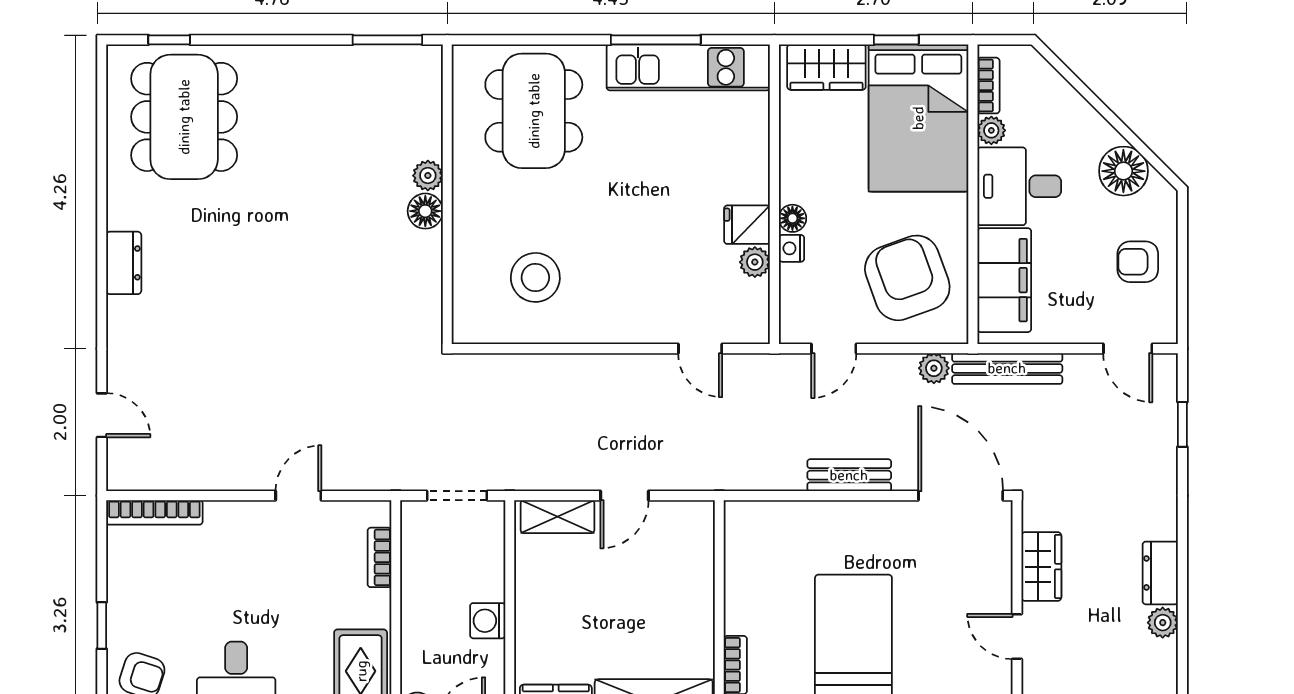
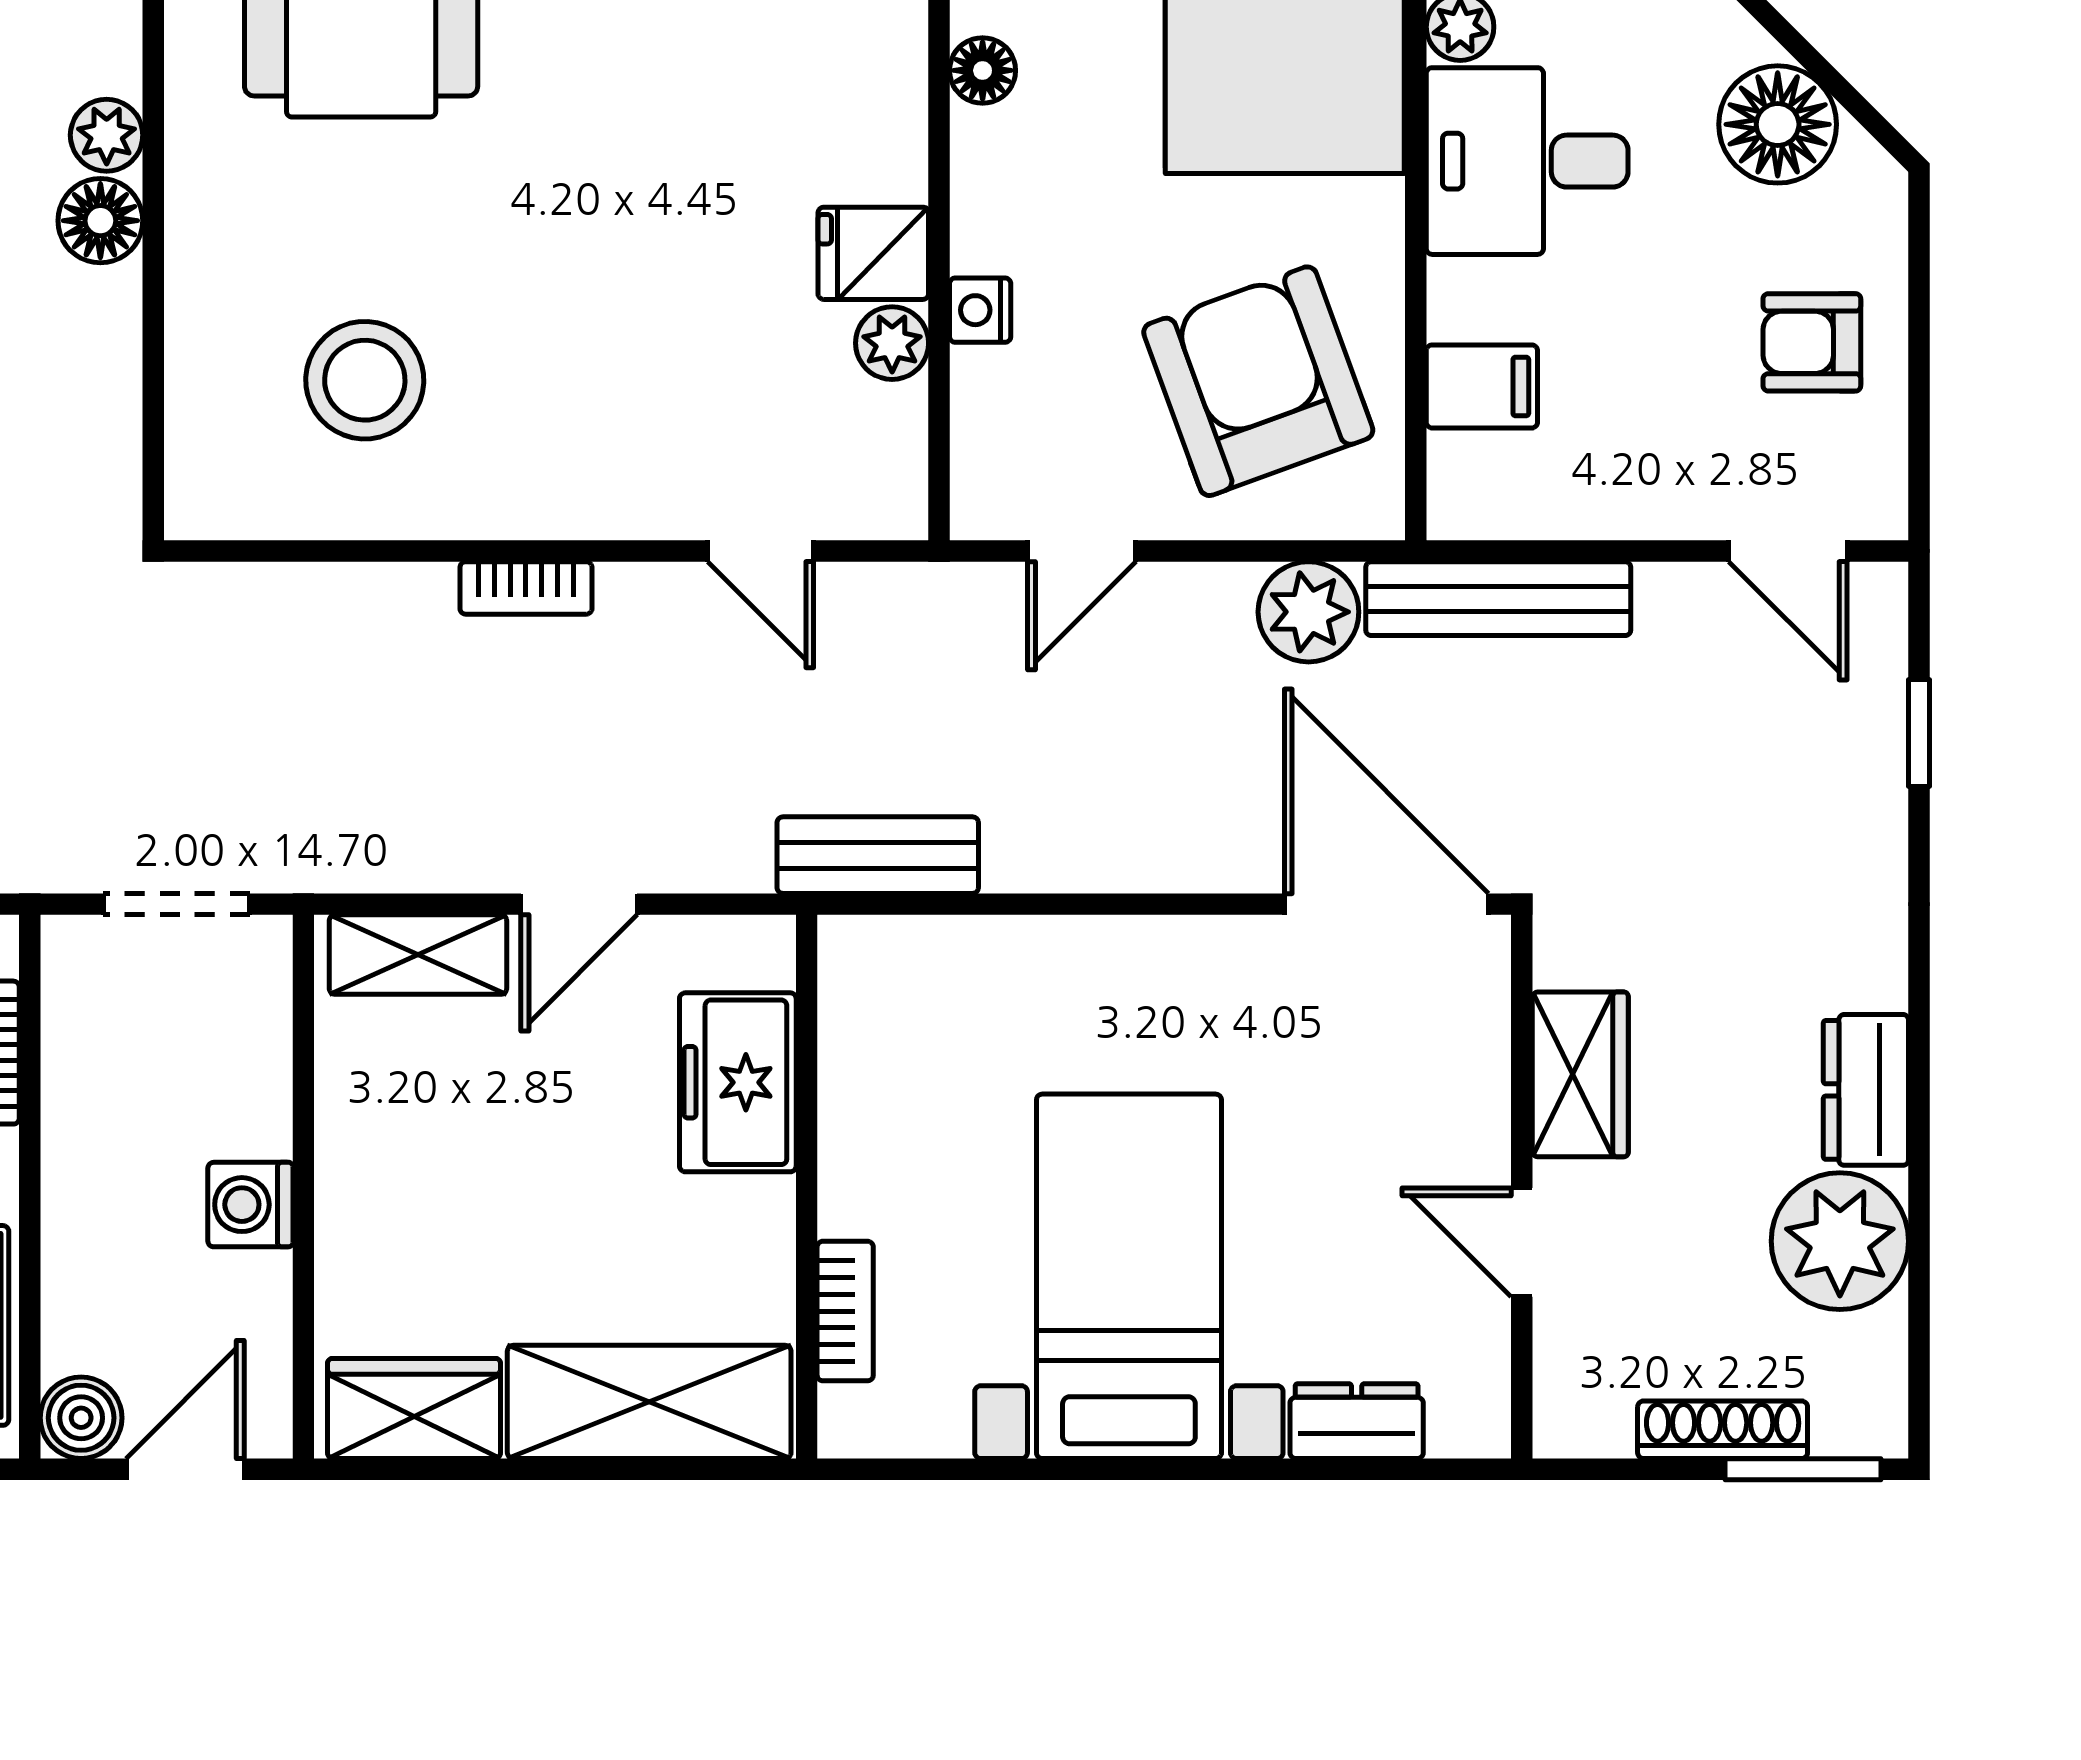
floor lamp: (792, 218) -> (983, 70), moved
filing cabinet: (1004, 280) -> (1482, 386), width x0.33, depth x0.86
bookcase: (602, 364) -> (526, 588), added
plant: (934, 368) -> (1308, 612), width x1.38, depth x1.38
bench: (849, 475) -> (878, 855), moved
freezer: (691, 570) -> (738, 1082), added
plant: (1163, 623) -> (1840, 1241), width x1.87, depth x1.87

